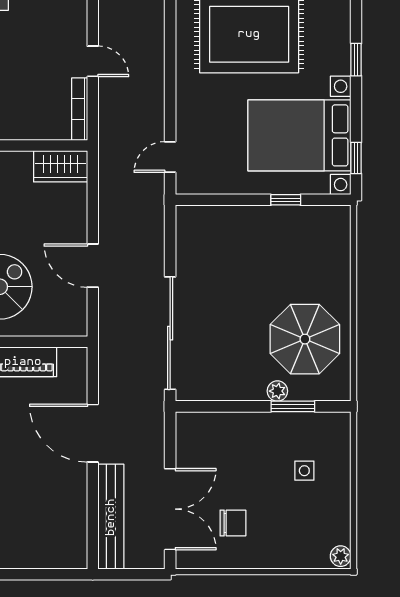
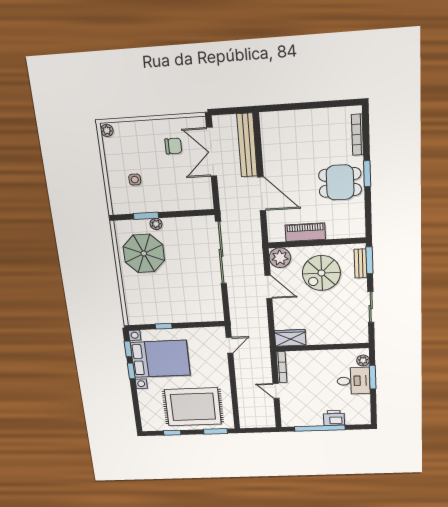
window: (356, 60) -> (131, 371), moved
plant: (69, 318) -> (280, 258), added
chair: (233, 523) -> (173, 146), turned 180

